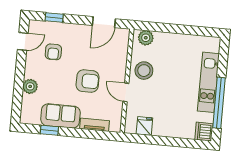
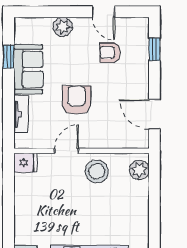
door: (23, 41) -> (103, 12), moved
armchair: (88, 81) -> (76, 100), turned 180
fridge: (144, 126) -> (25, 163), moved

